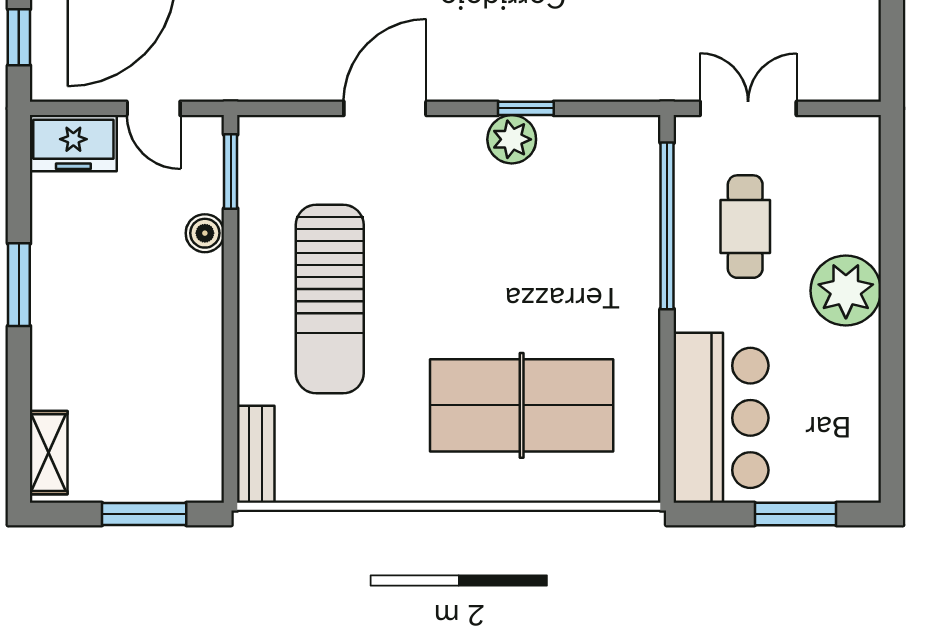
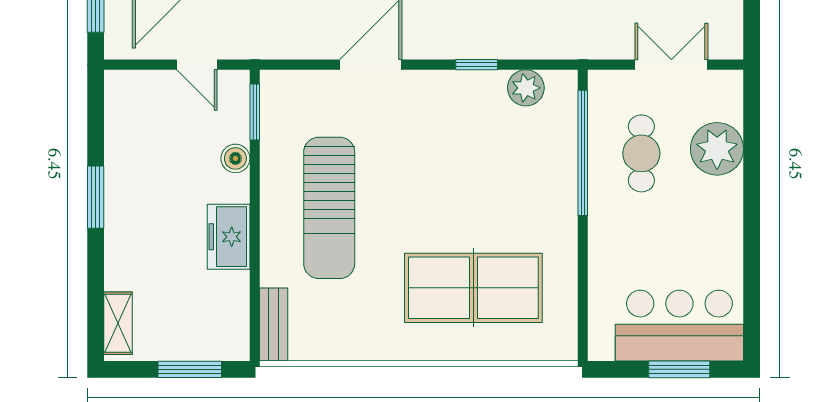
double door: (748, 108) -> (671, 65), moved
plant: (512, 139) -> (526, 88), moved
freezer: (73, 143) -> (229, 237), moved, turned 90
plant: (846, 291) -> (717, 149), moved
bar counter: (721, 418) -> (679, 326), moved, turned -90

